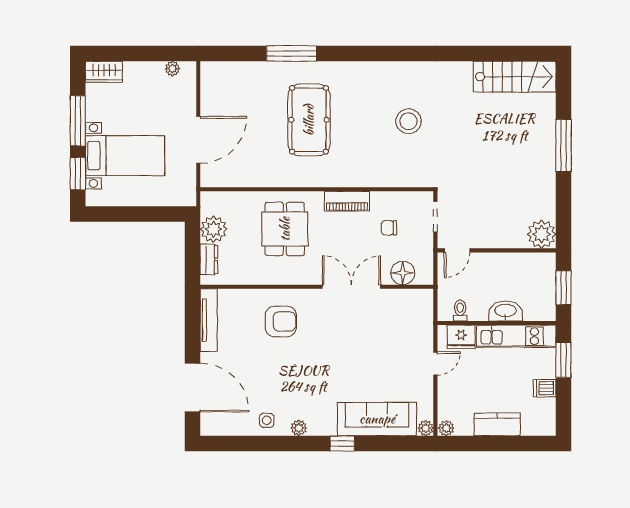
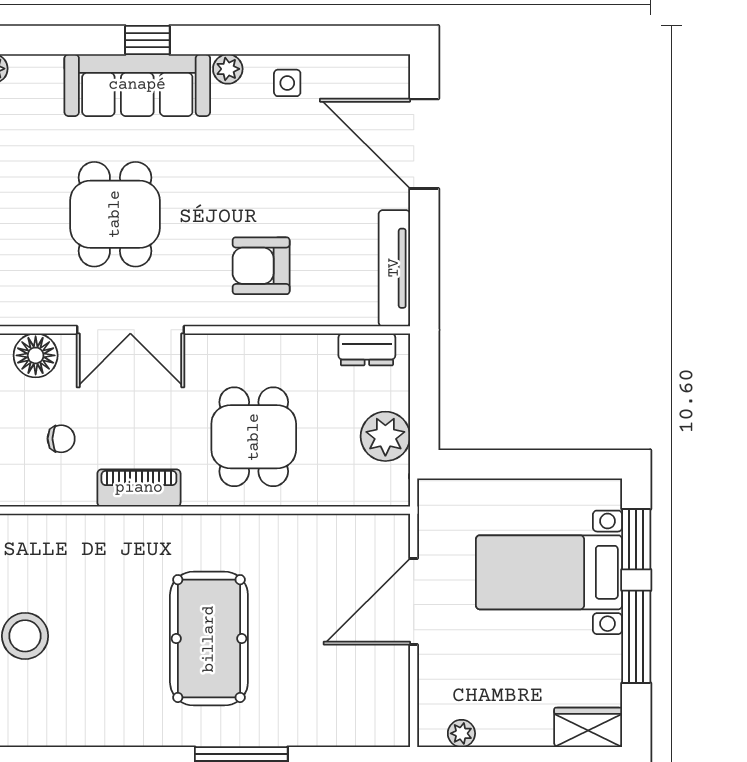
dresser: (209, 259) -> (367, 349), moved, turned -90
dining table: (360, 349) -> (115, 214), added
sofa: (377, 419) -> (137, 85), moved

